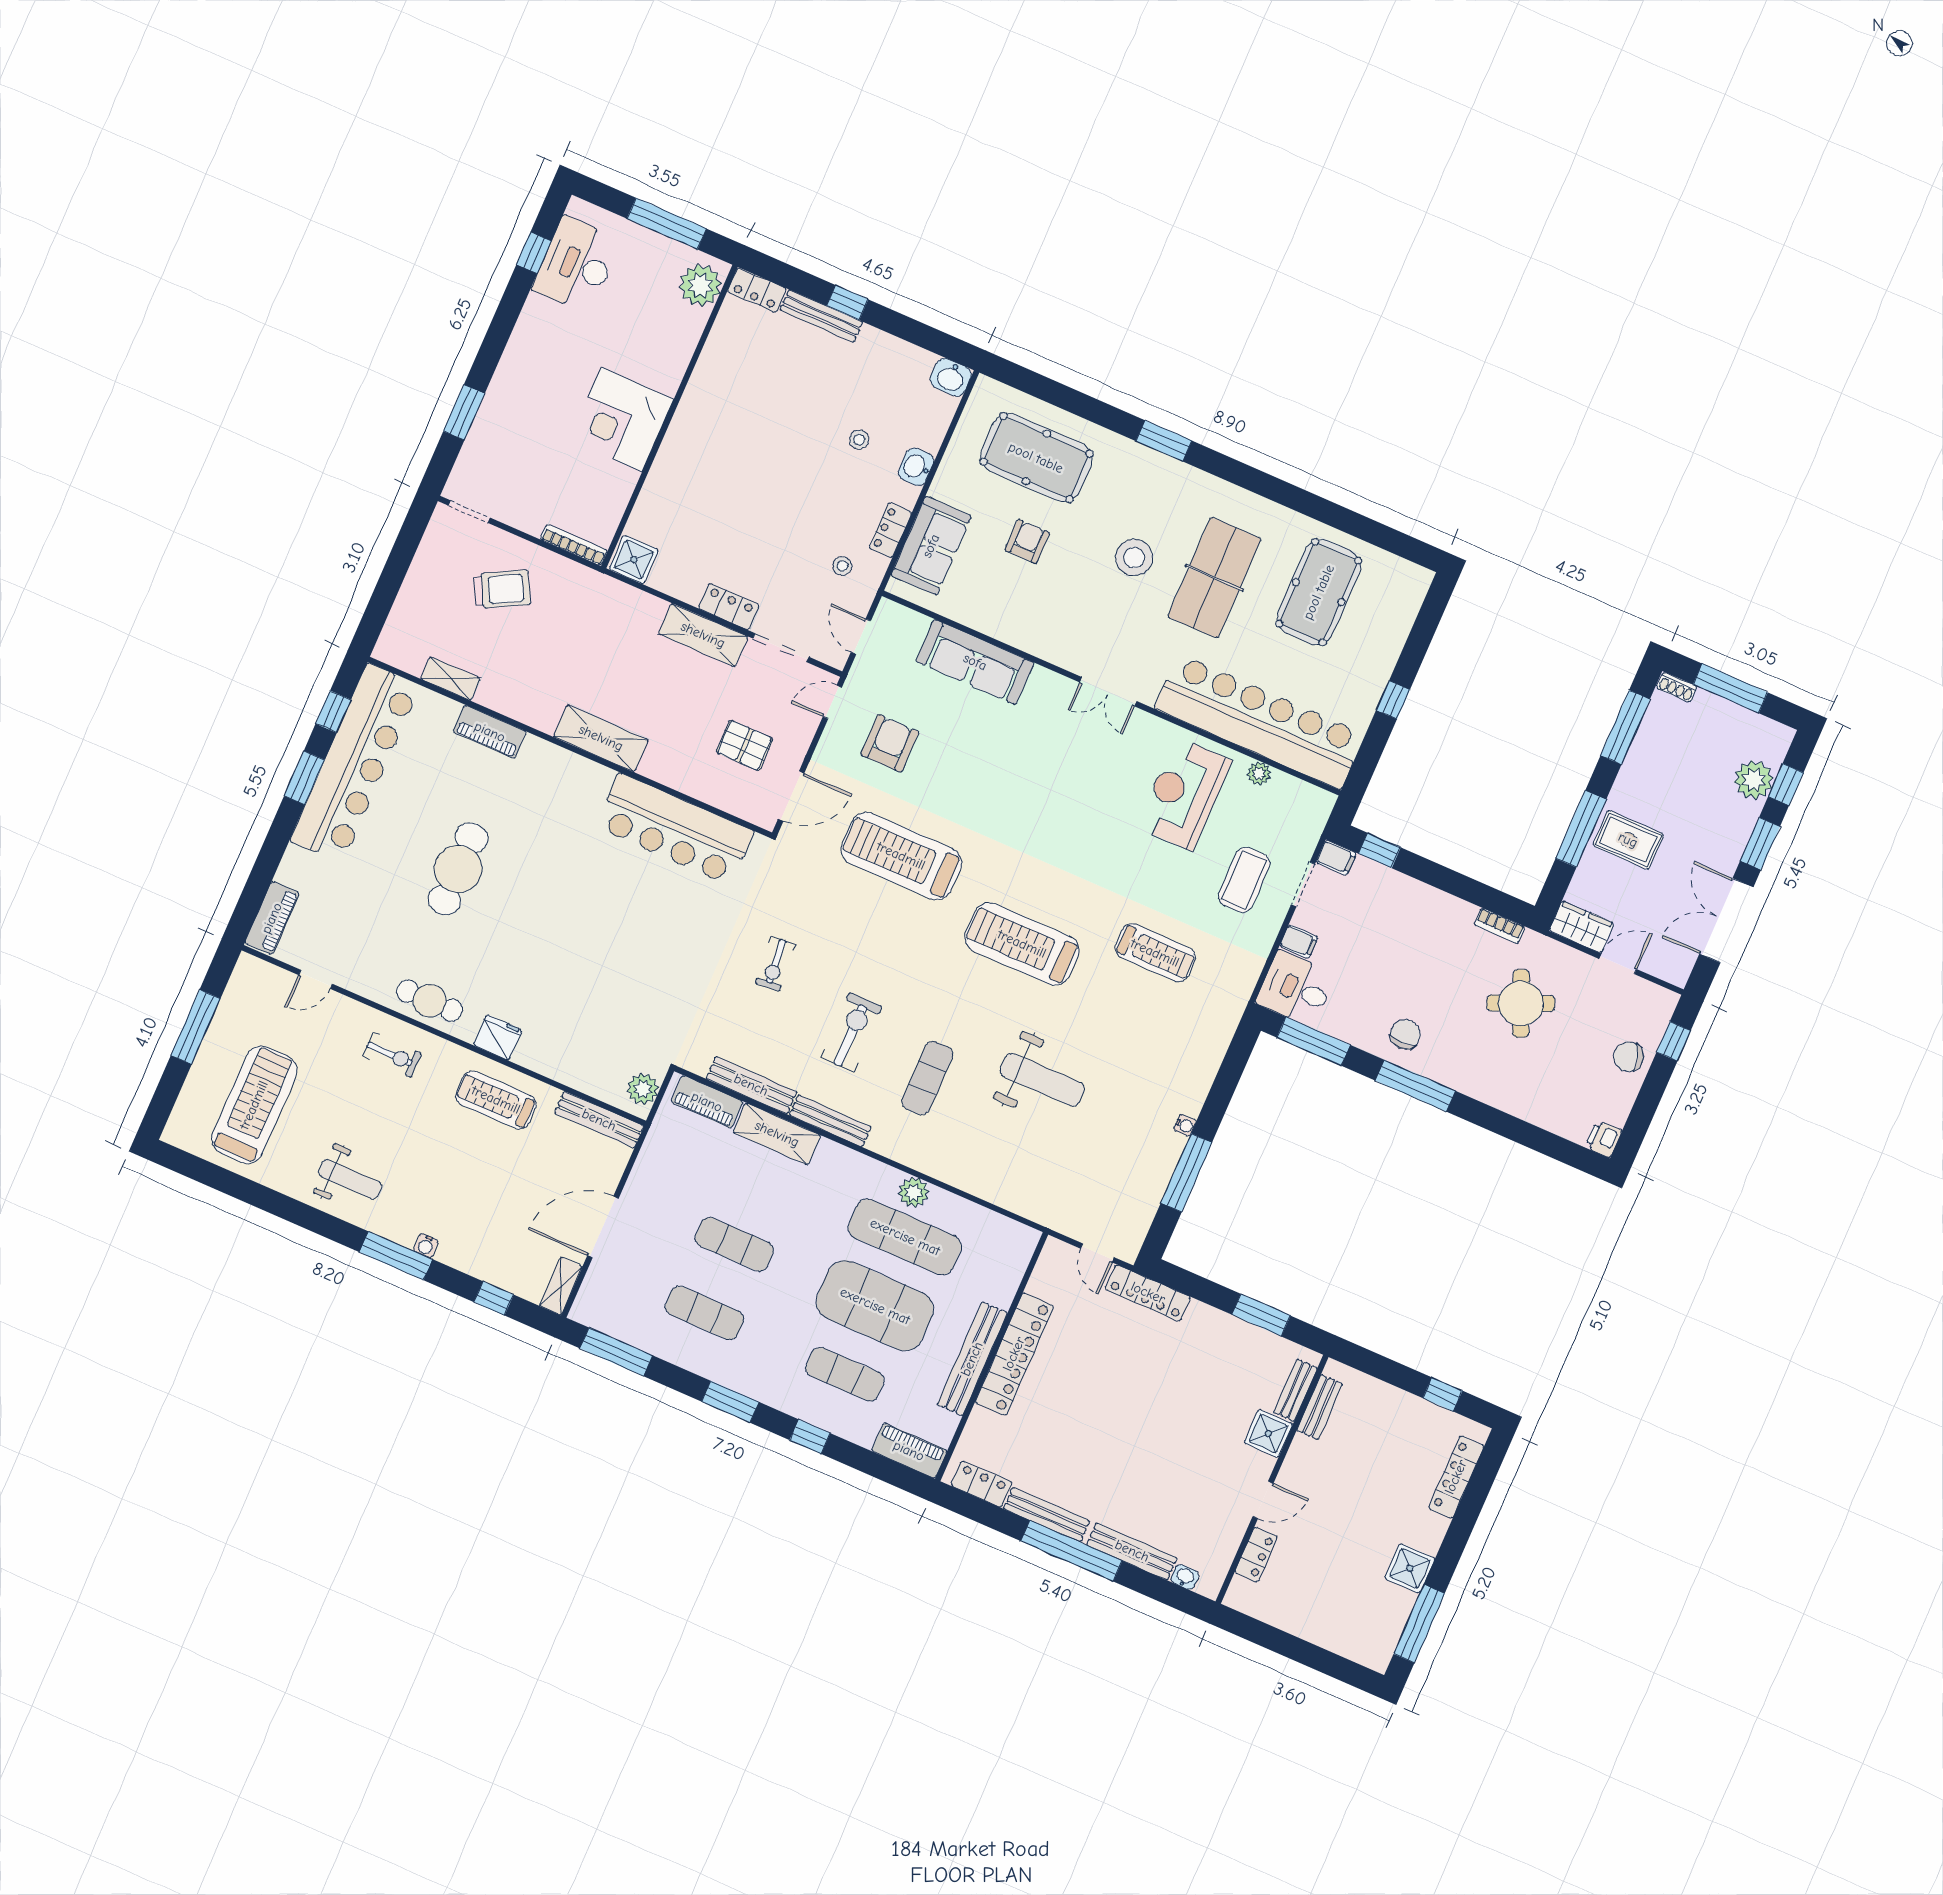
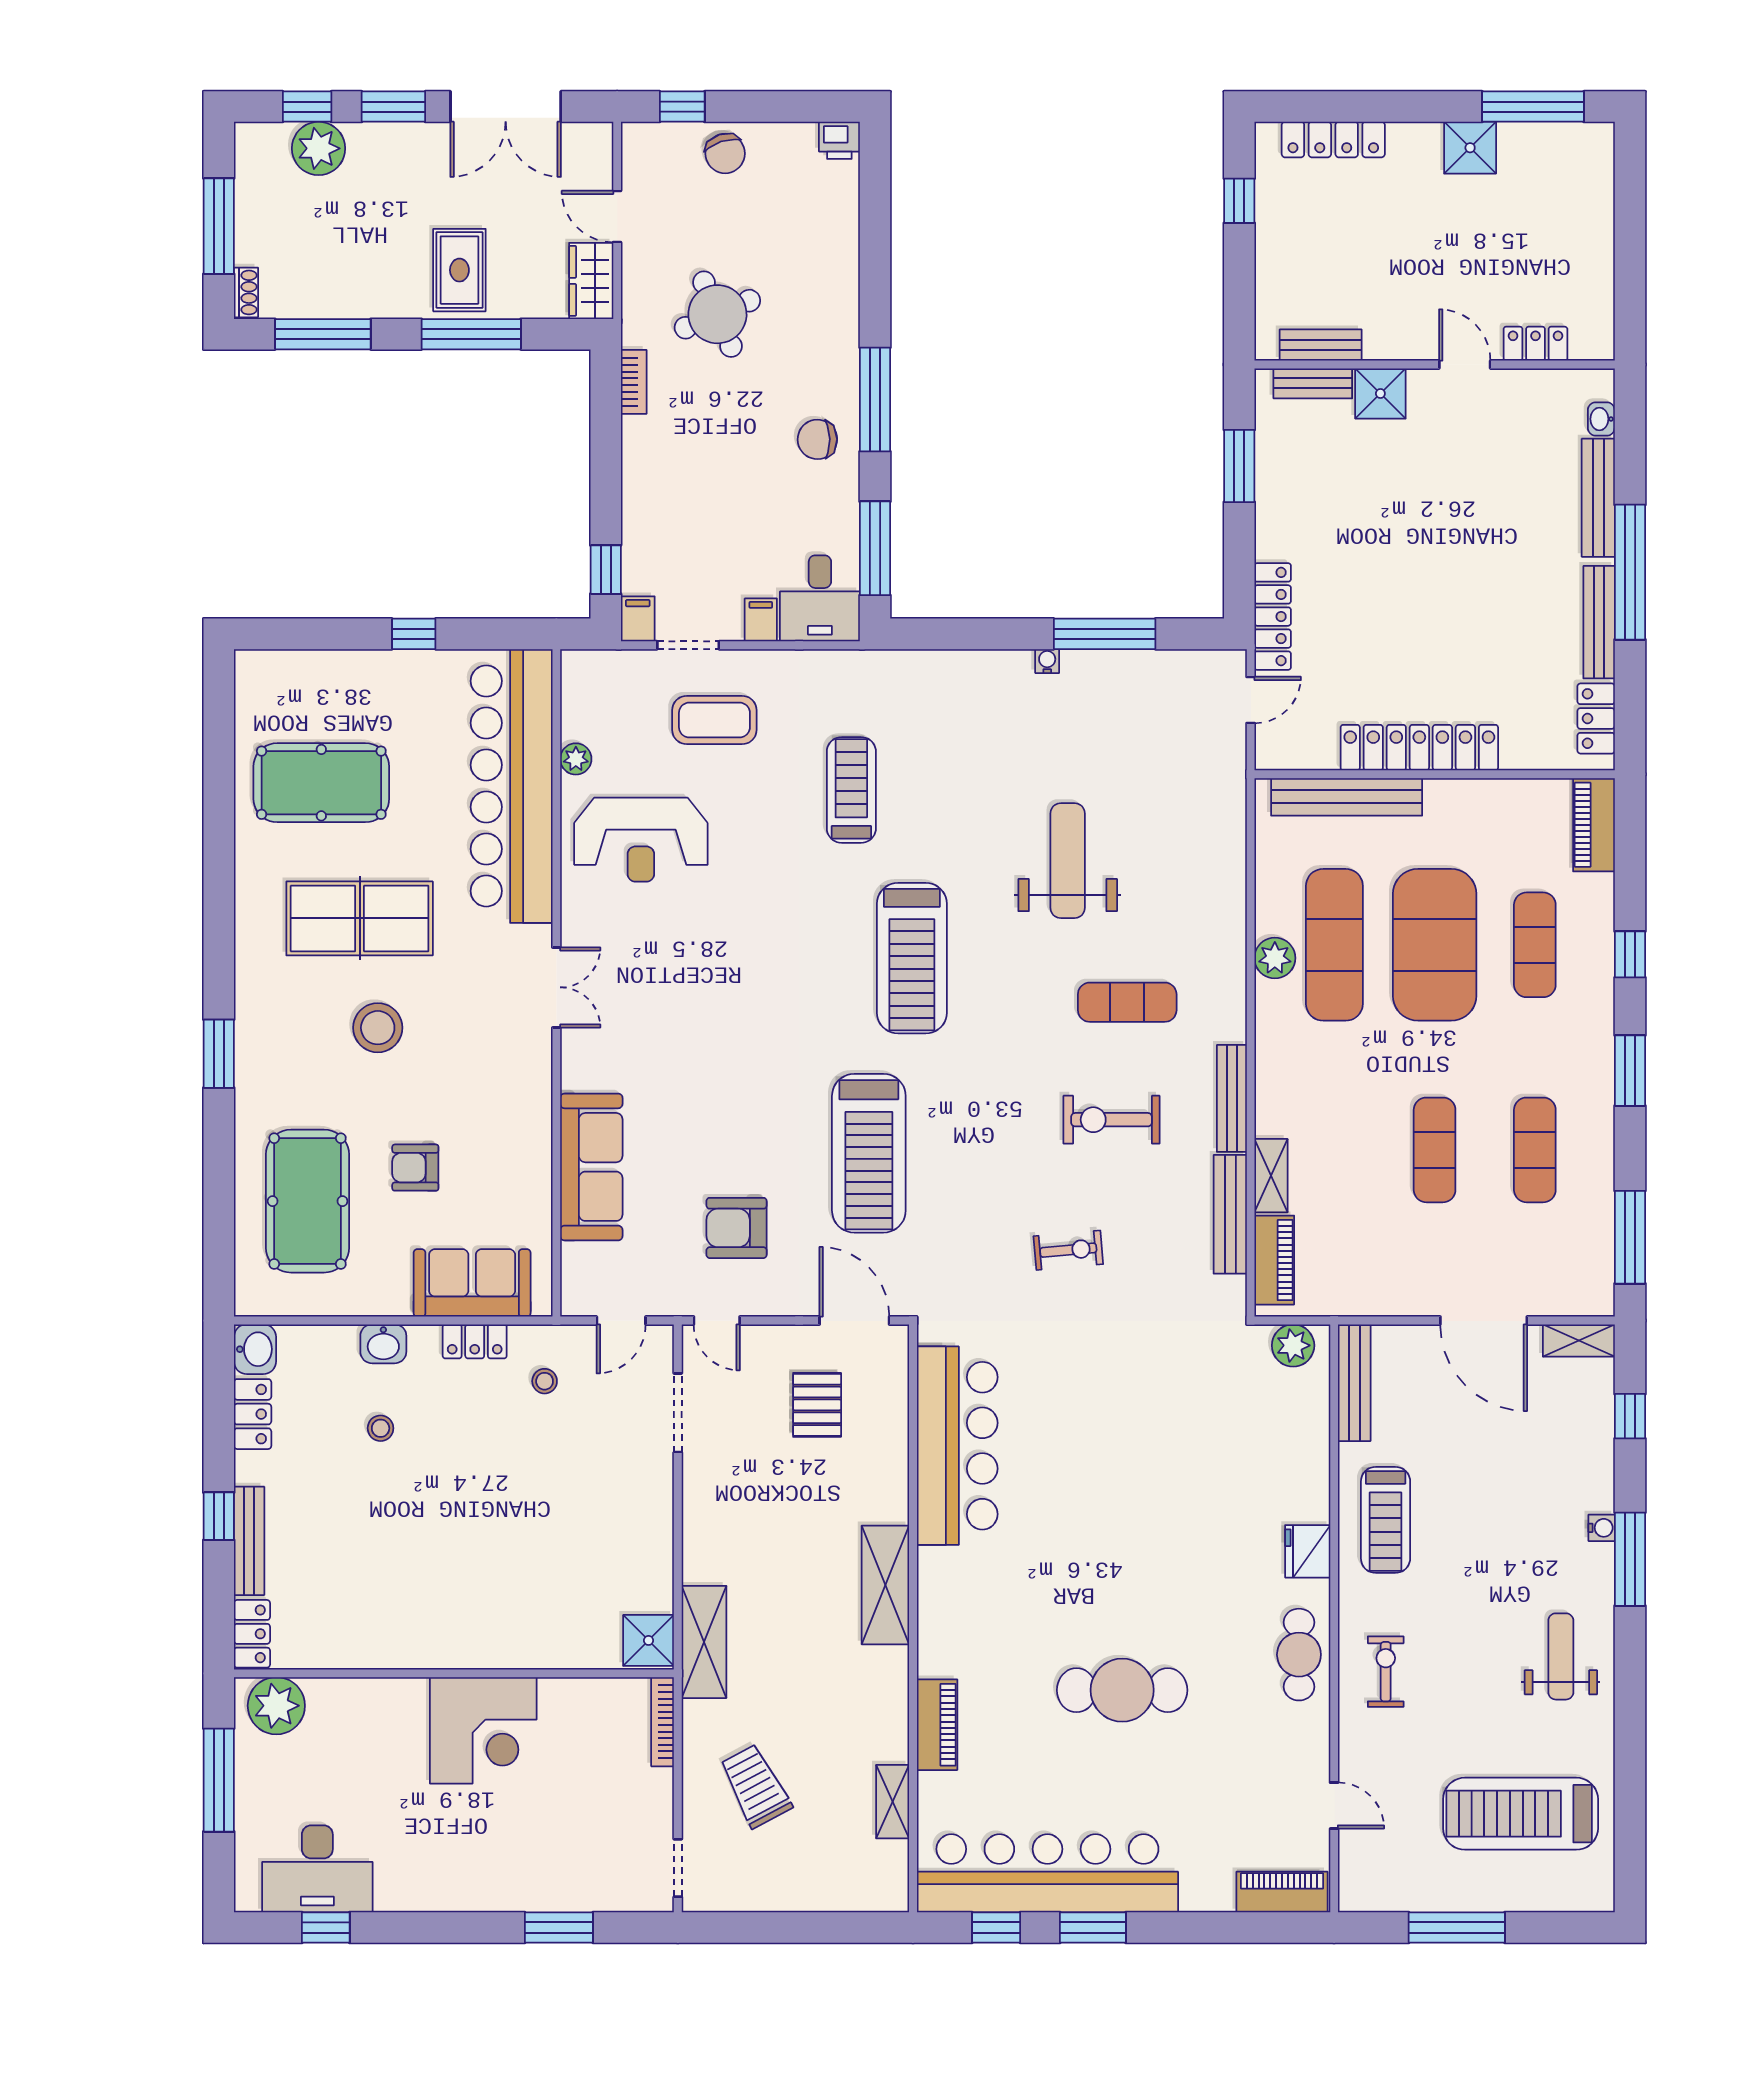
locker: (729, 607) -> (253, 1414), moved, turned 180
shelving: (703, 635) -> (704, 1642), moved
shelving: (777, 1134) -> (1271, 1176), width x0.67, depth x0.75
bench: (972, 1359) -> (1347, 797), moved

